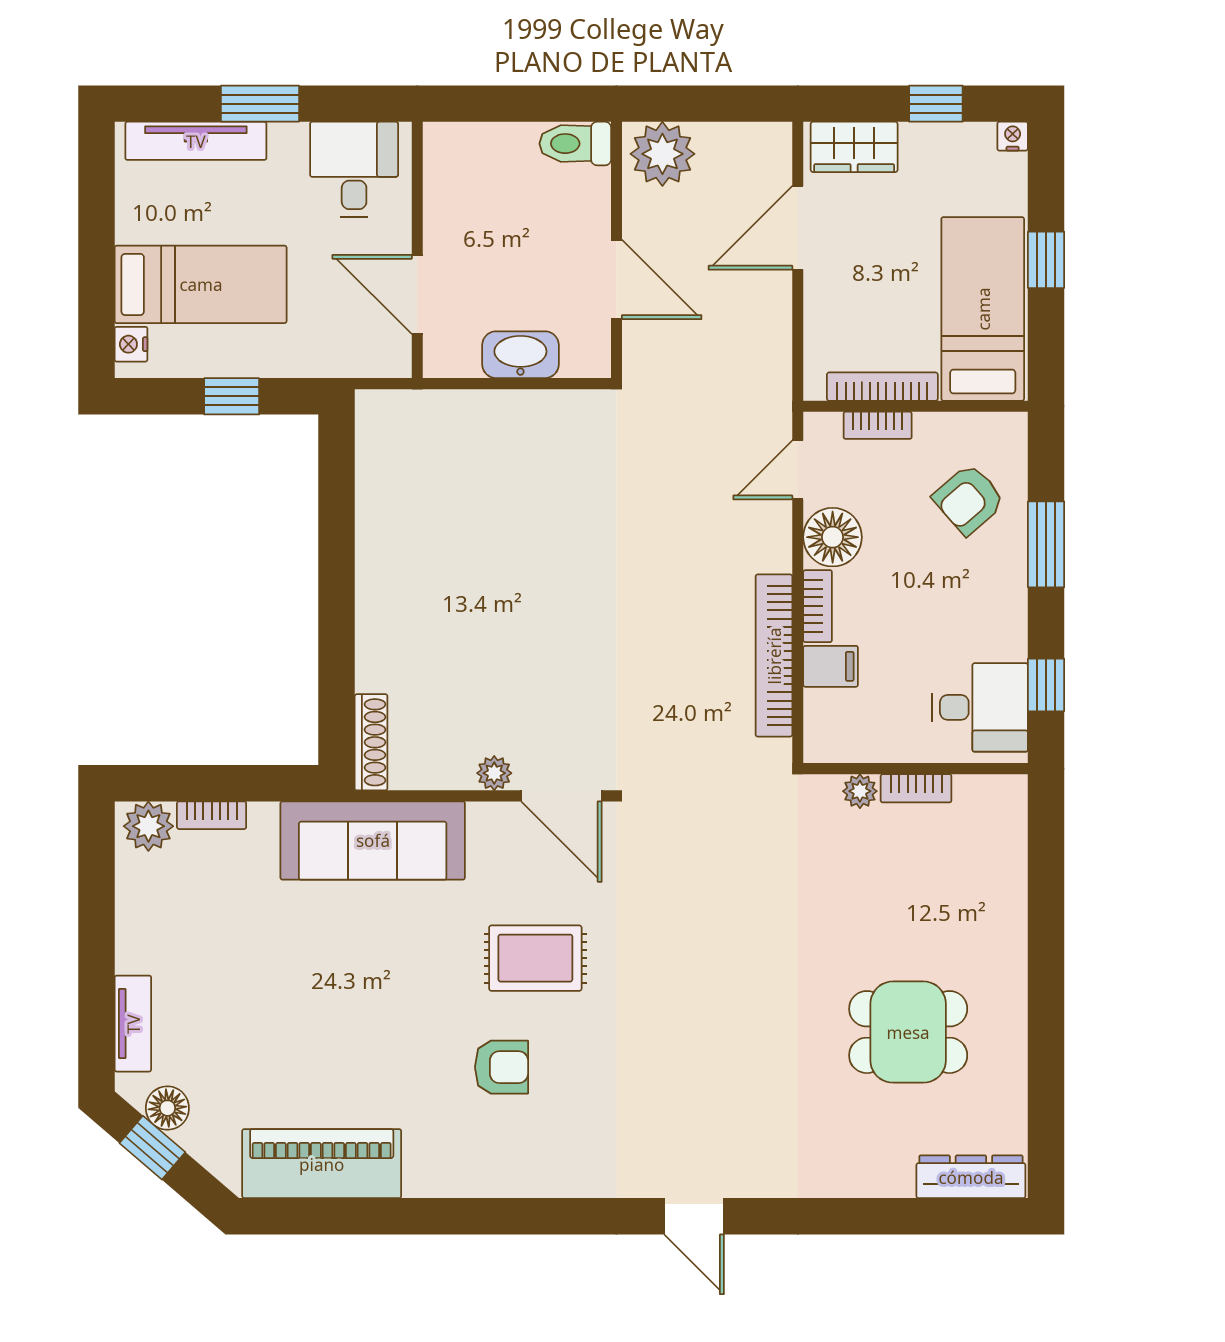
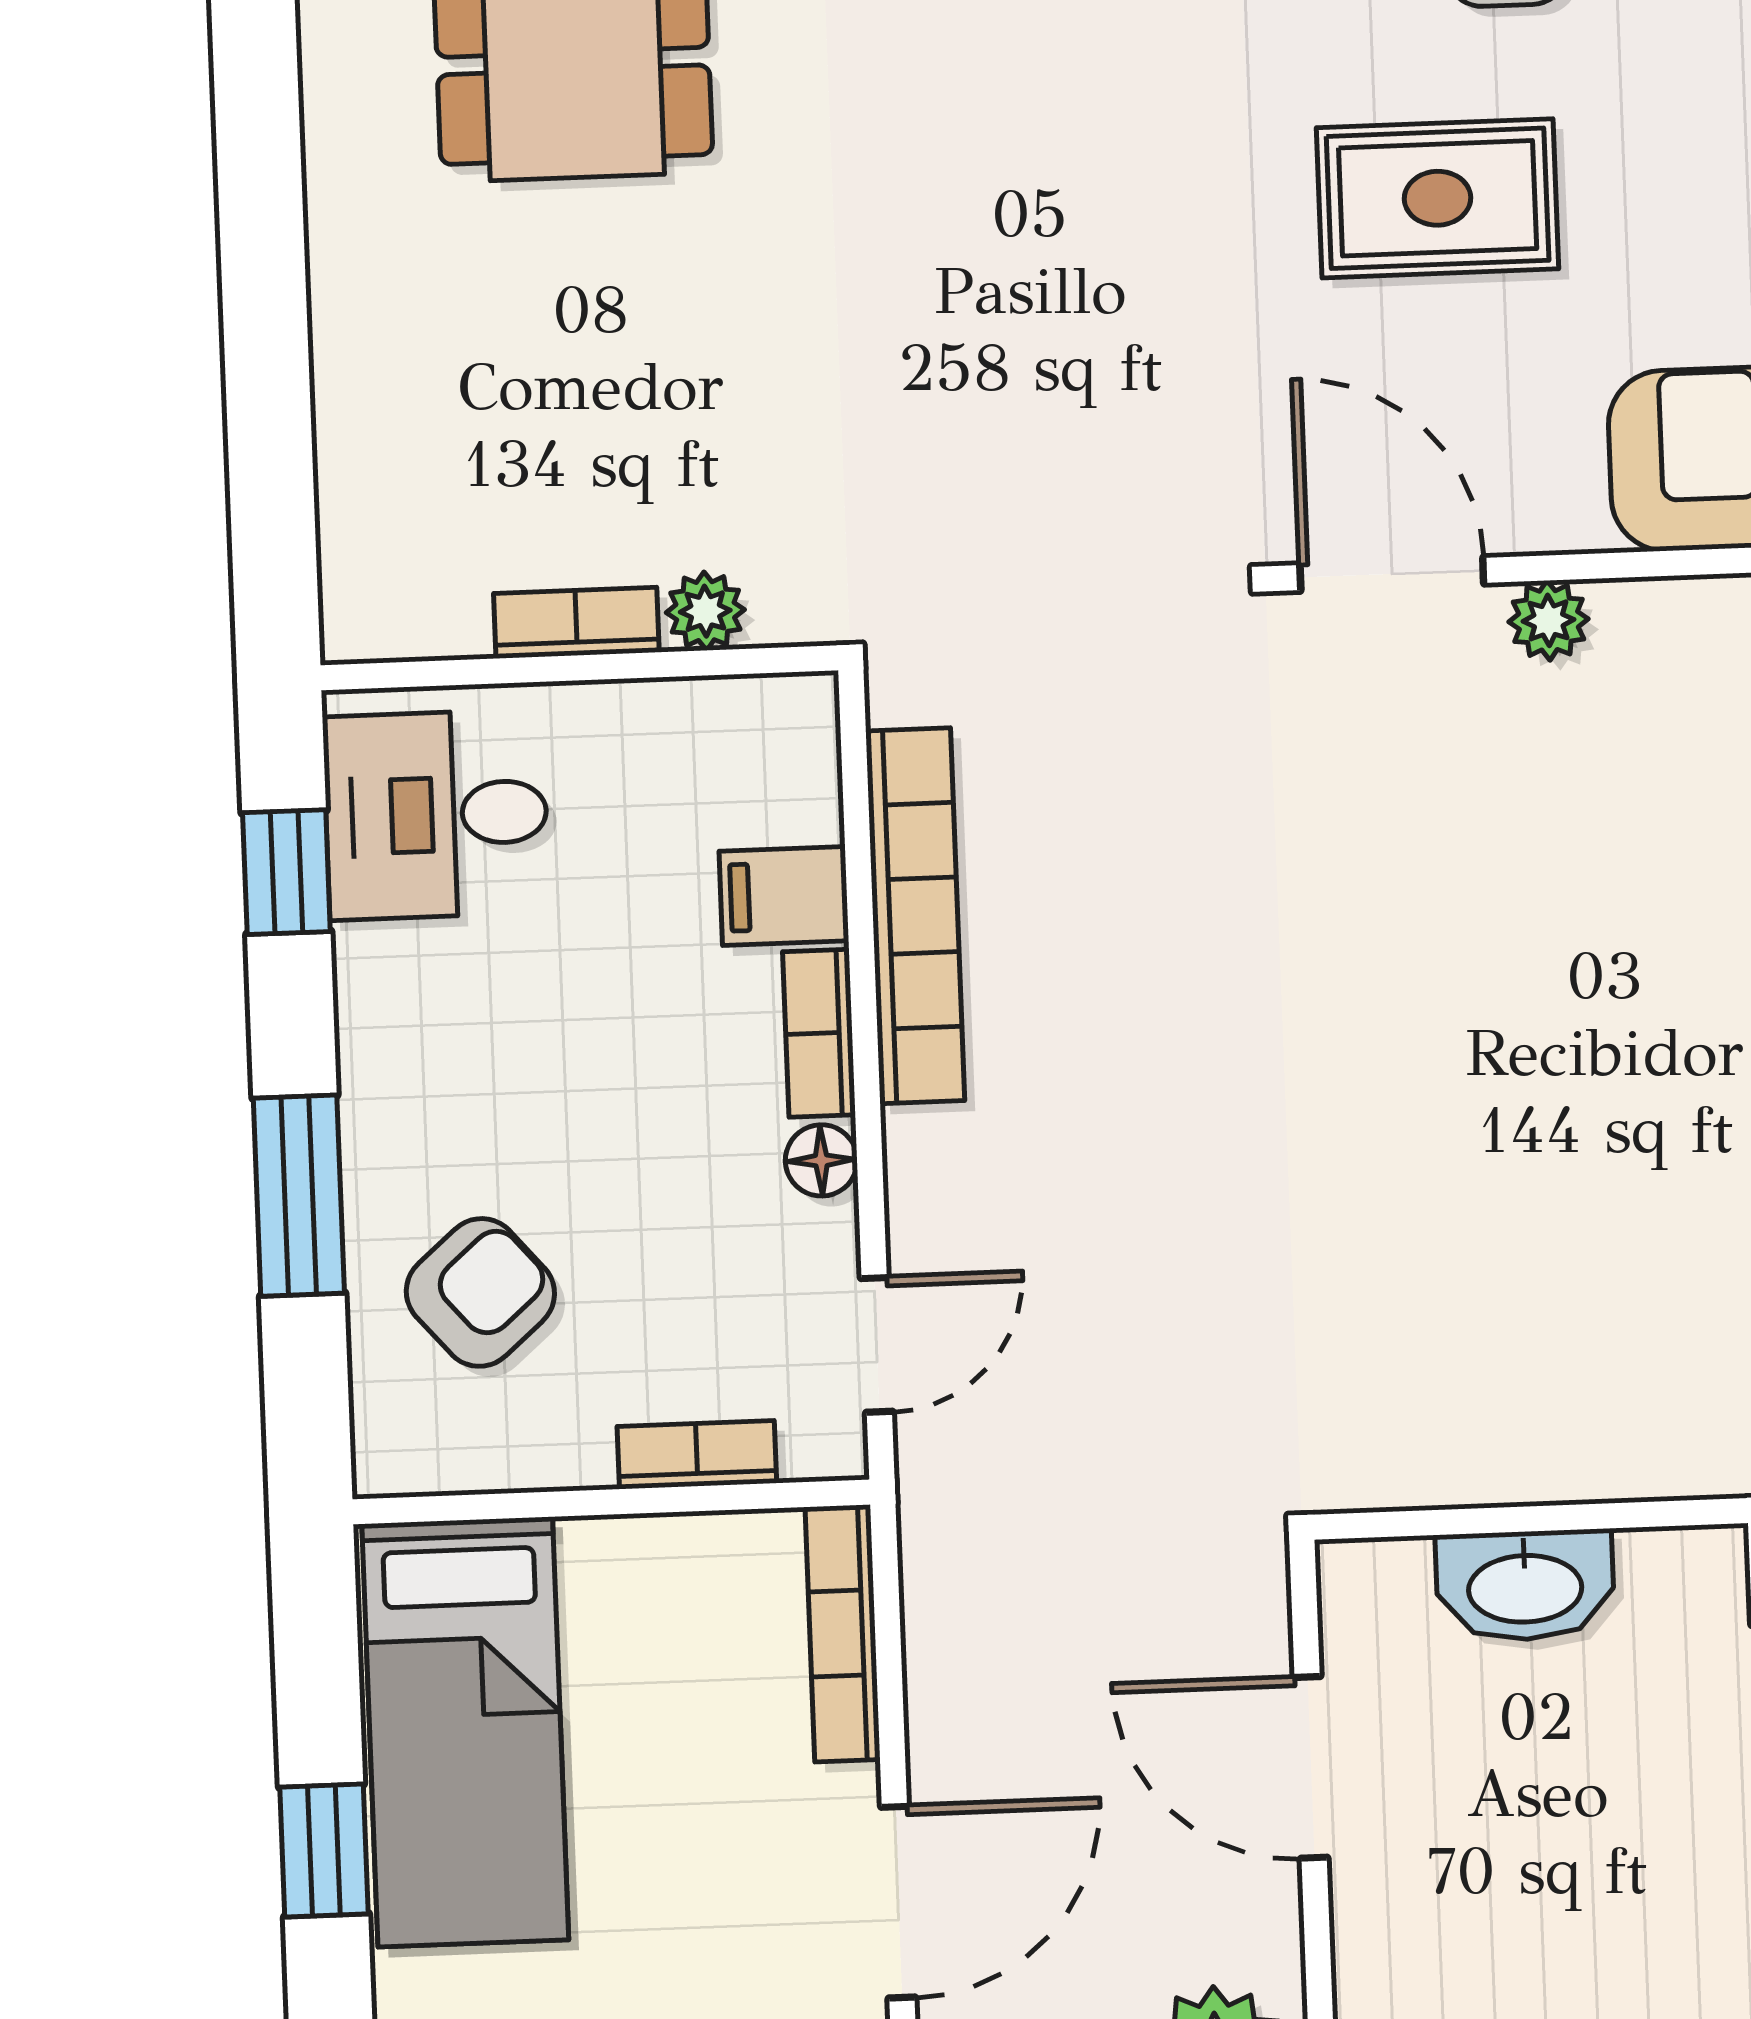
bookcase: (882, 387) -> (843, 1633), moved, turned 90
floor lamp: (833, 537) -> (821, 1160), width x0.53, depth x0.53

